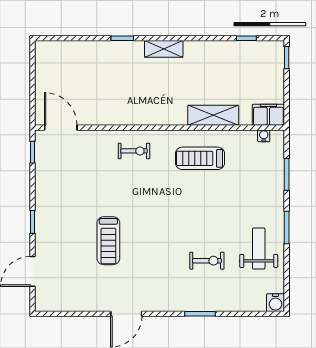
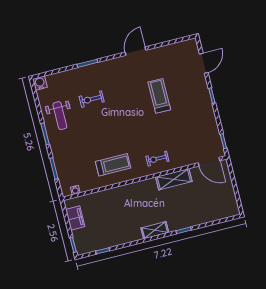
shelving: (213, 115) -> (174, 179), moved
filing cabinet: (268, 115) -> (75, 218), moved, turned -90

